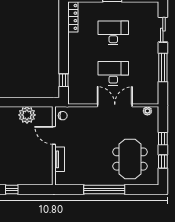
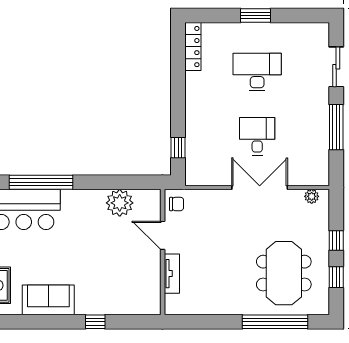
desk: (113, 73) -> (257, 136), width x0.73
window: (104, 190) -> (275, 322), moved

